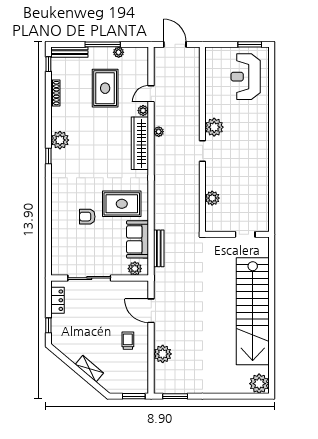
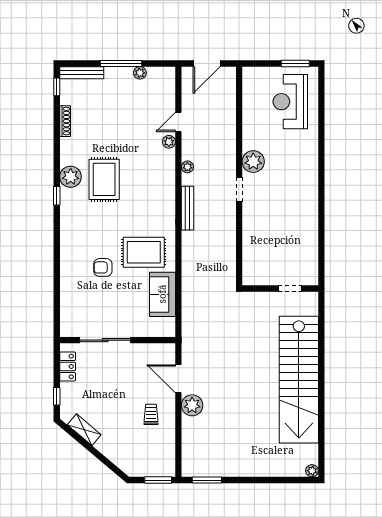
door: (175, 44) -> (207, 63), swing flipped
rug: (105, 88) -> (104, 179), moved
wardrobe: (140, 143) -> (165, 181), removed
plant: (212, 198) -> (251, 246), removed
bench: (159, 248) -> (188, 208), moved
plant: (135, 269) -> (159, 329), removed
plant: (163, 354) -> (192, 405), moved
shelving: (89, 369) -> (84, 430), moved
plant: (259, 384) -> (312, 471), width x0.53, depth x0.53

